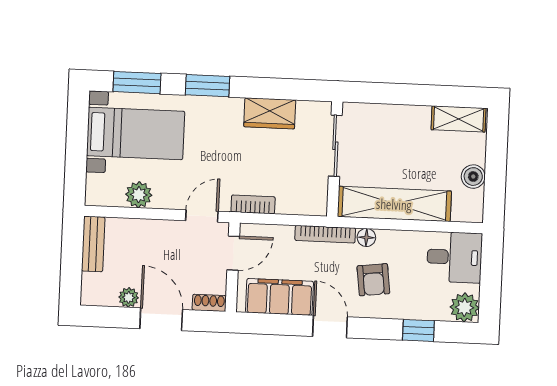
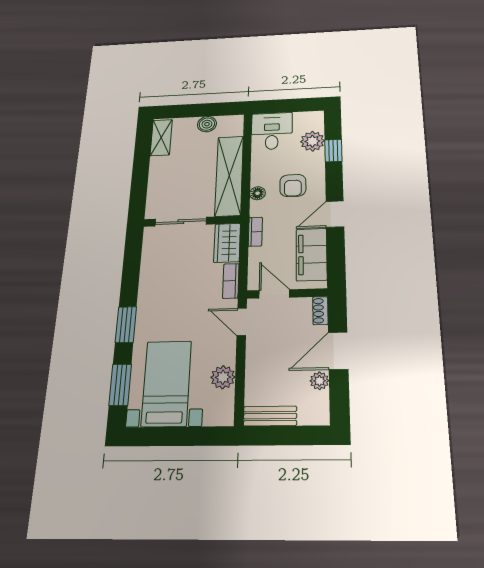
wardrobe: (270, 113) -> (227, 243), moved, turned 180
bookcase: (325, 234) -> (255, 232), width x0.64
armchair: (373, 280) -> (293, 185), turned 97
plant: (465, 307) -> (312, 141), moved

